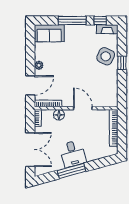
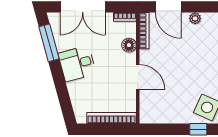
door: (83, 108) -> (138, 77), hinge flipped
window: (71, 171) -> (49, 43), moved

